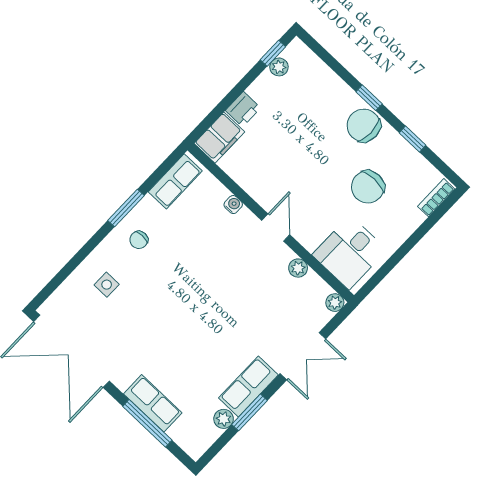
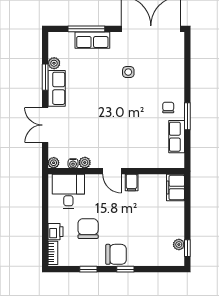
printer: (243, 109) -> (56, 232), moved, turned 180
row of seats: (175, 181) -> (177, 137), moved
filing cabinet: (265, 192) -> (132, 183), added
water cooler: (233, 205) -> (73, 163), moved
side table: (107, 285) -> (128, 72), moved

